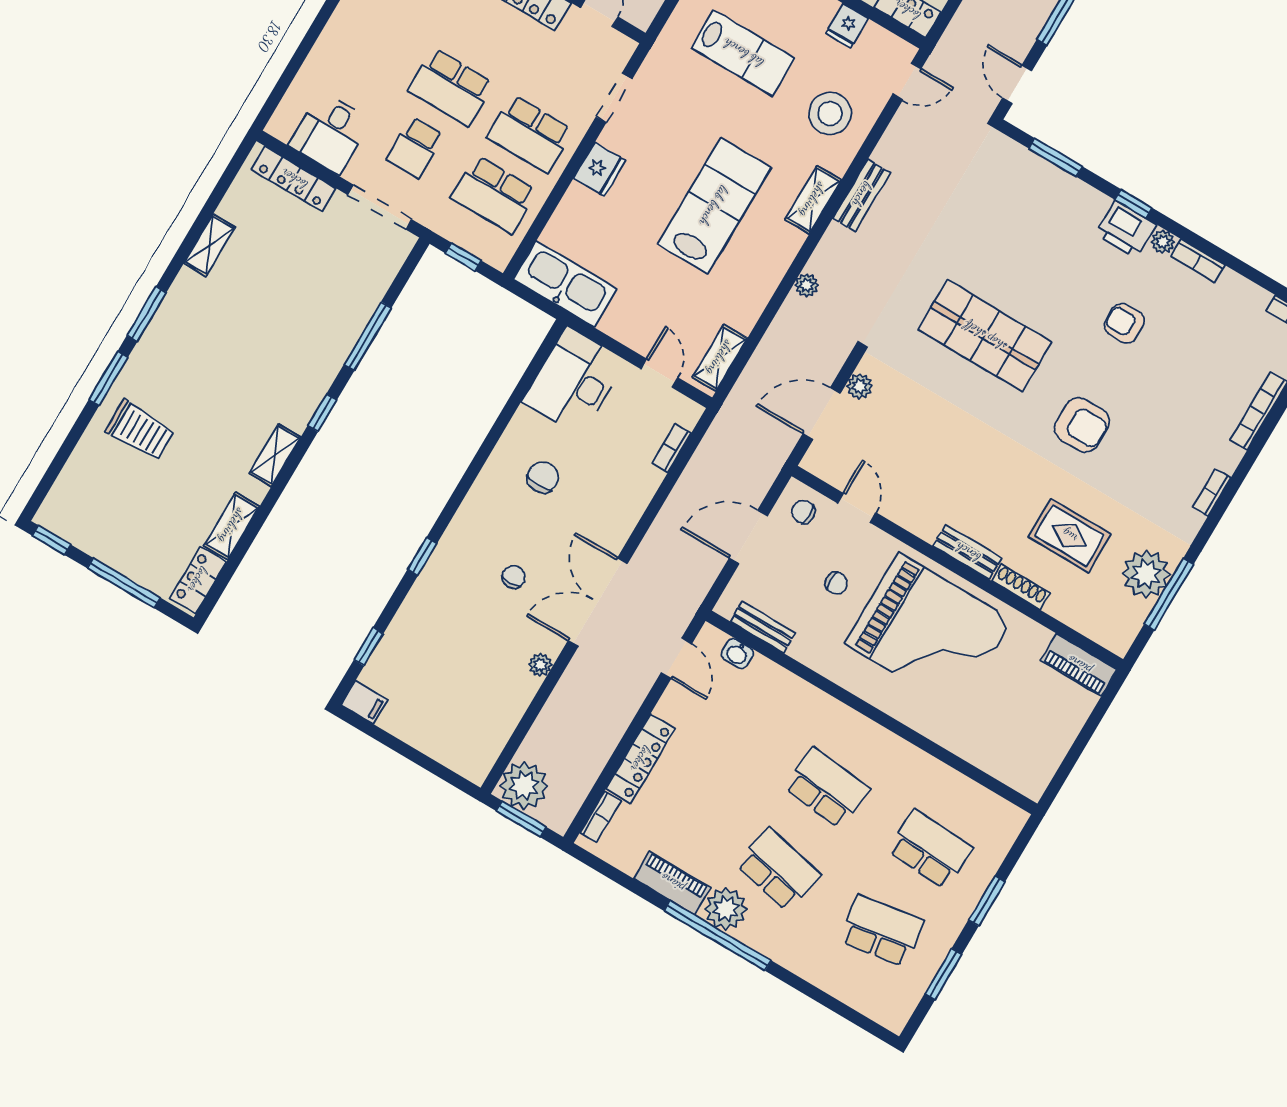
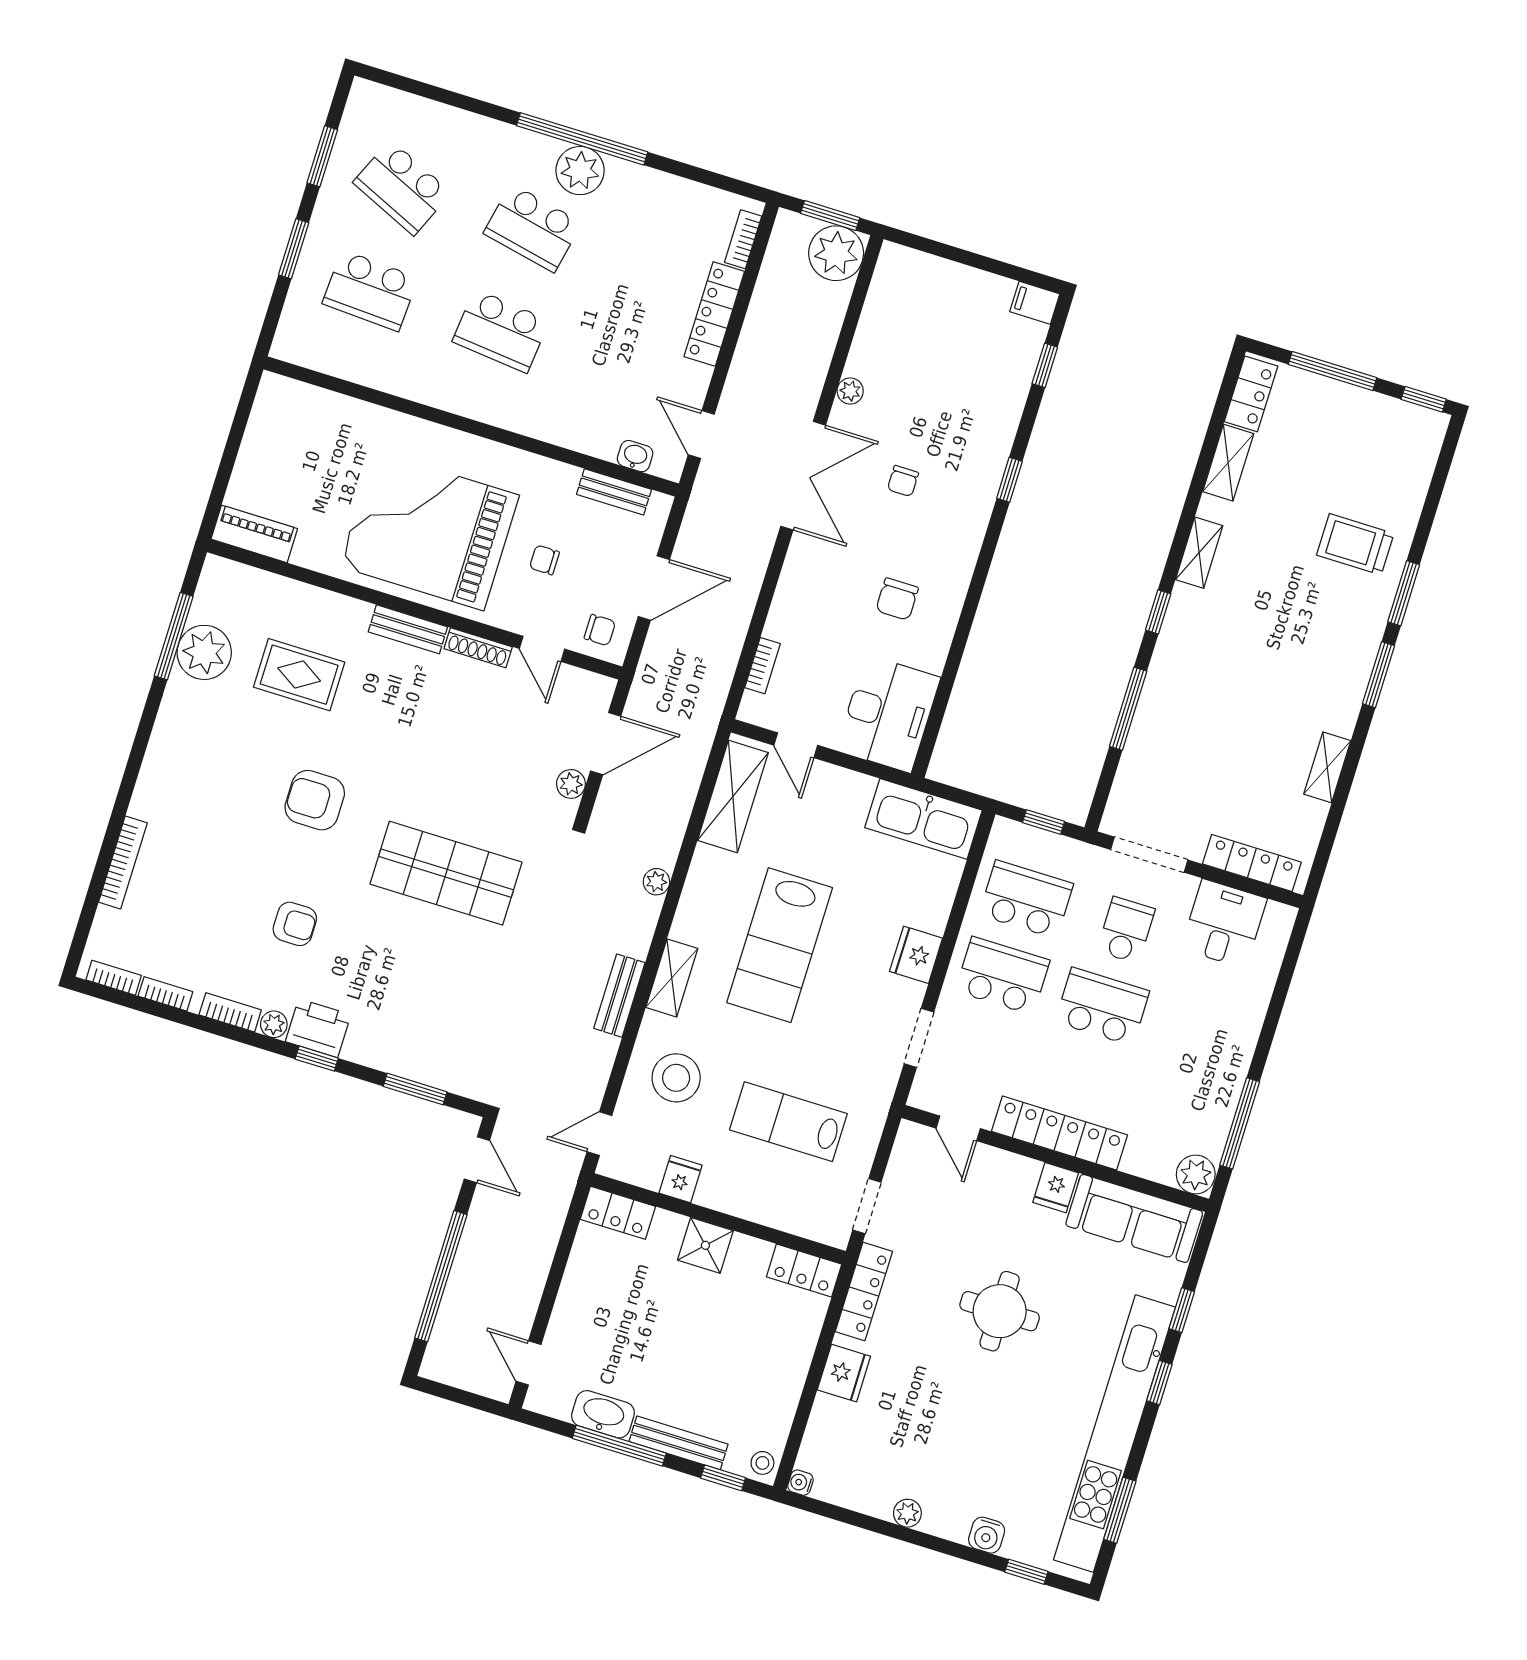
shelving: (720, 358) -> (733, 797), width x1.50, depth x1.33
bookcase: (1212, 493) -> (165, 994), moved, turned -90
shoe rack: (1021, 587) -> (478, 648), moved
piano: (672, 883) -> (646, 185), removed
school desk: (882, 931) -> (402, 188), turned 33

